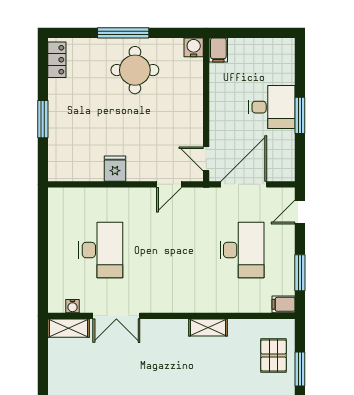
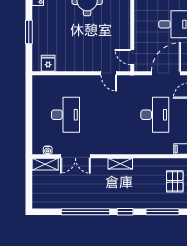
fridge: (115, 169) -> (48, 63), moved
door: (169, 184) -> (109, 73), hinge flipped
door: (244, 184) -> (166, 73), moved
shelving: (208, 327) -> (120, 164), moved

